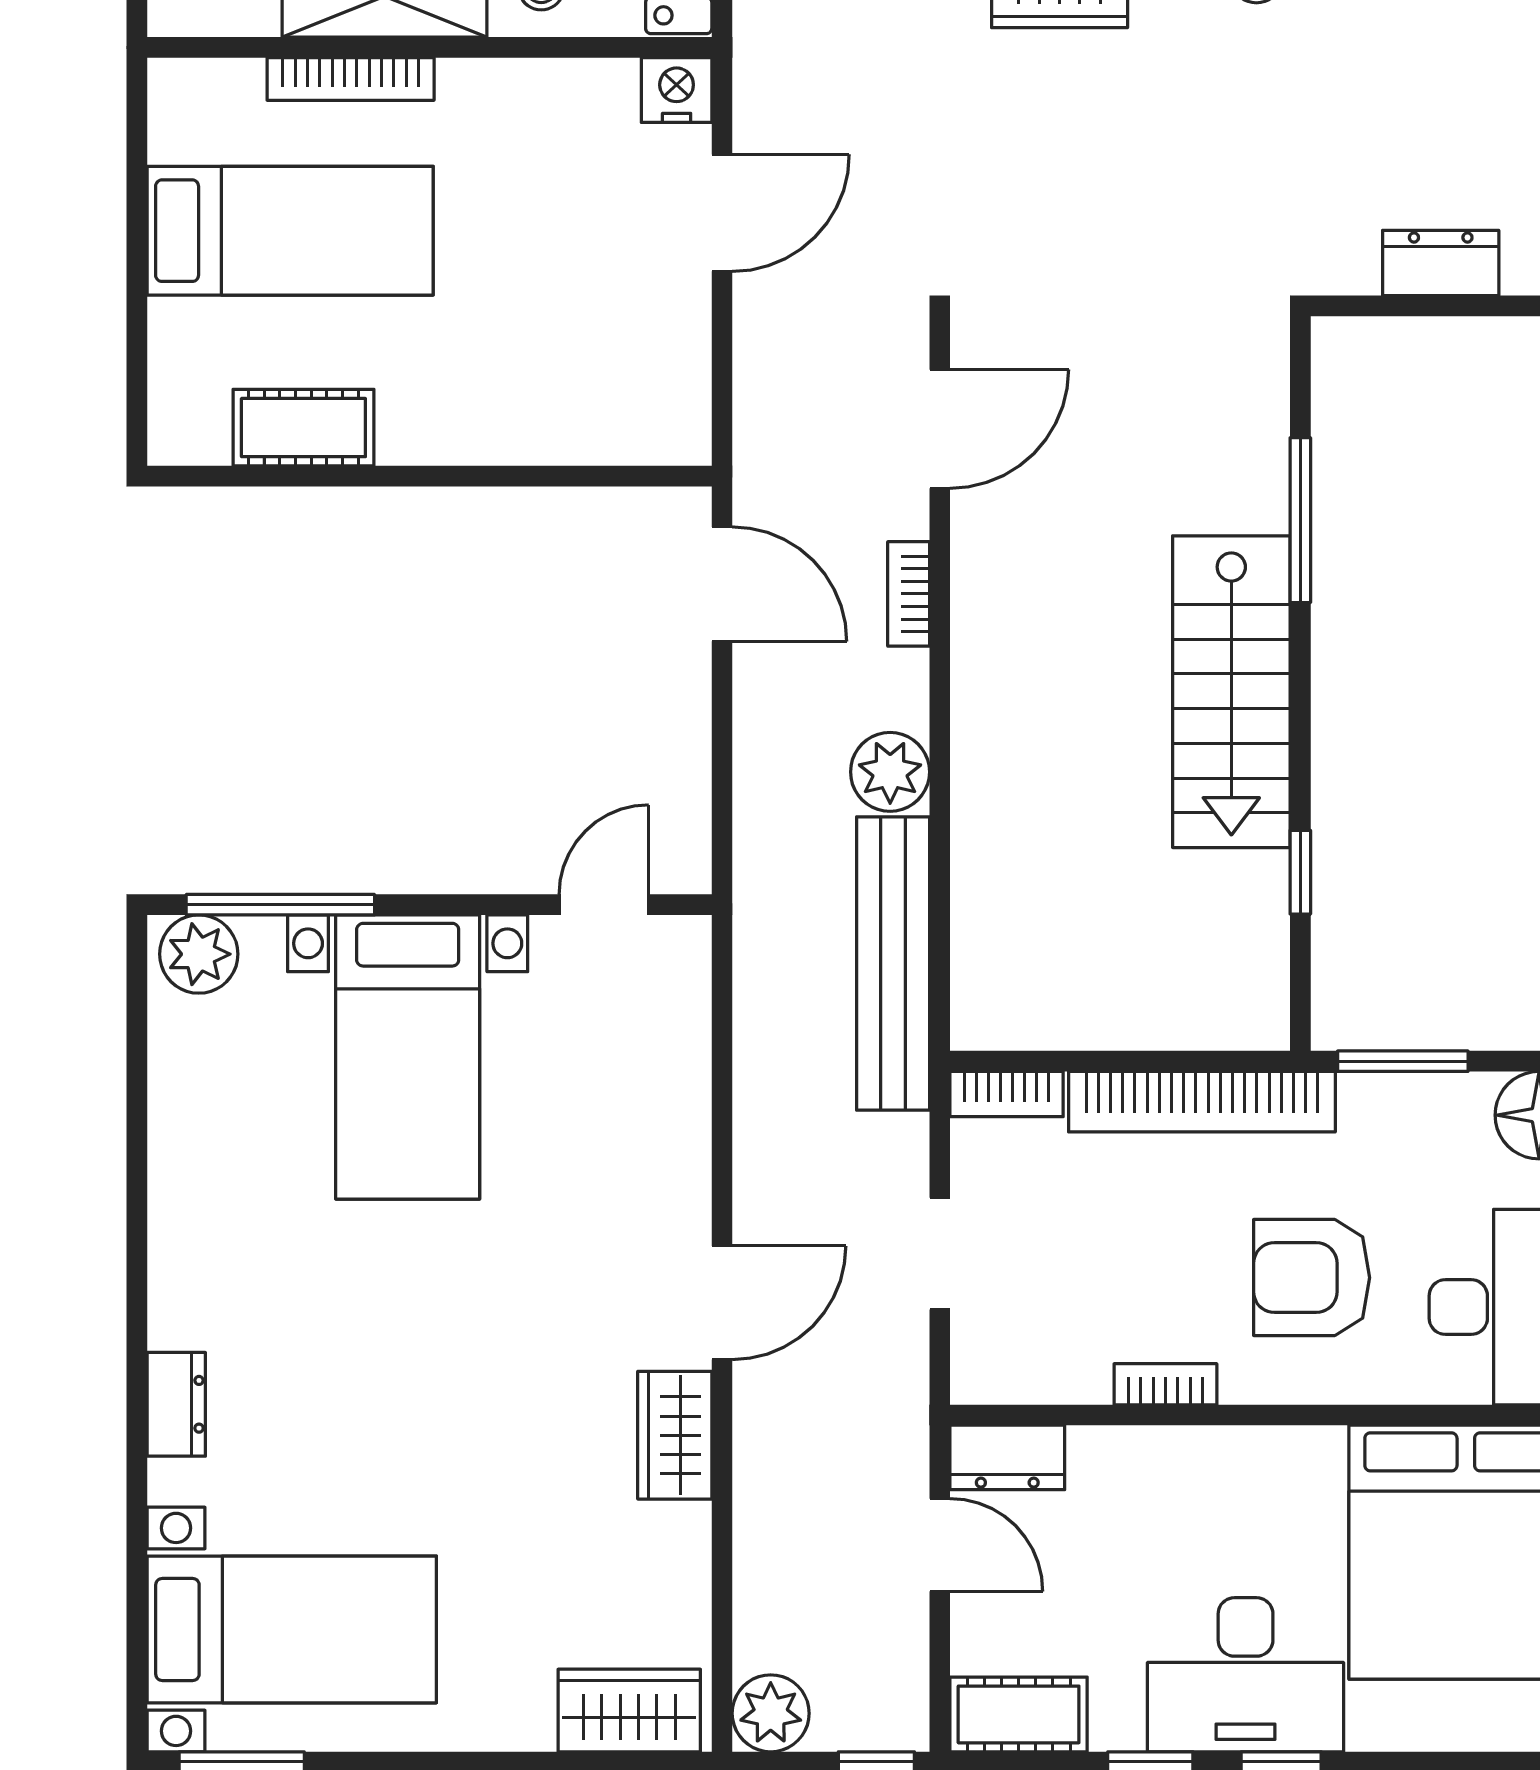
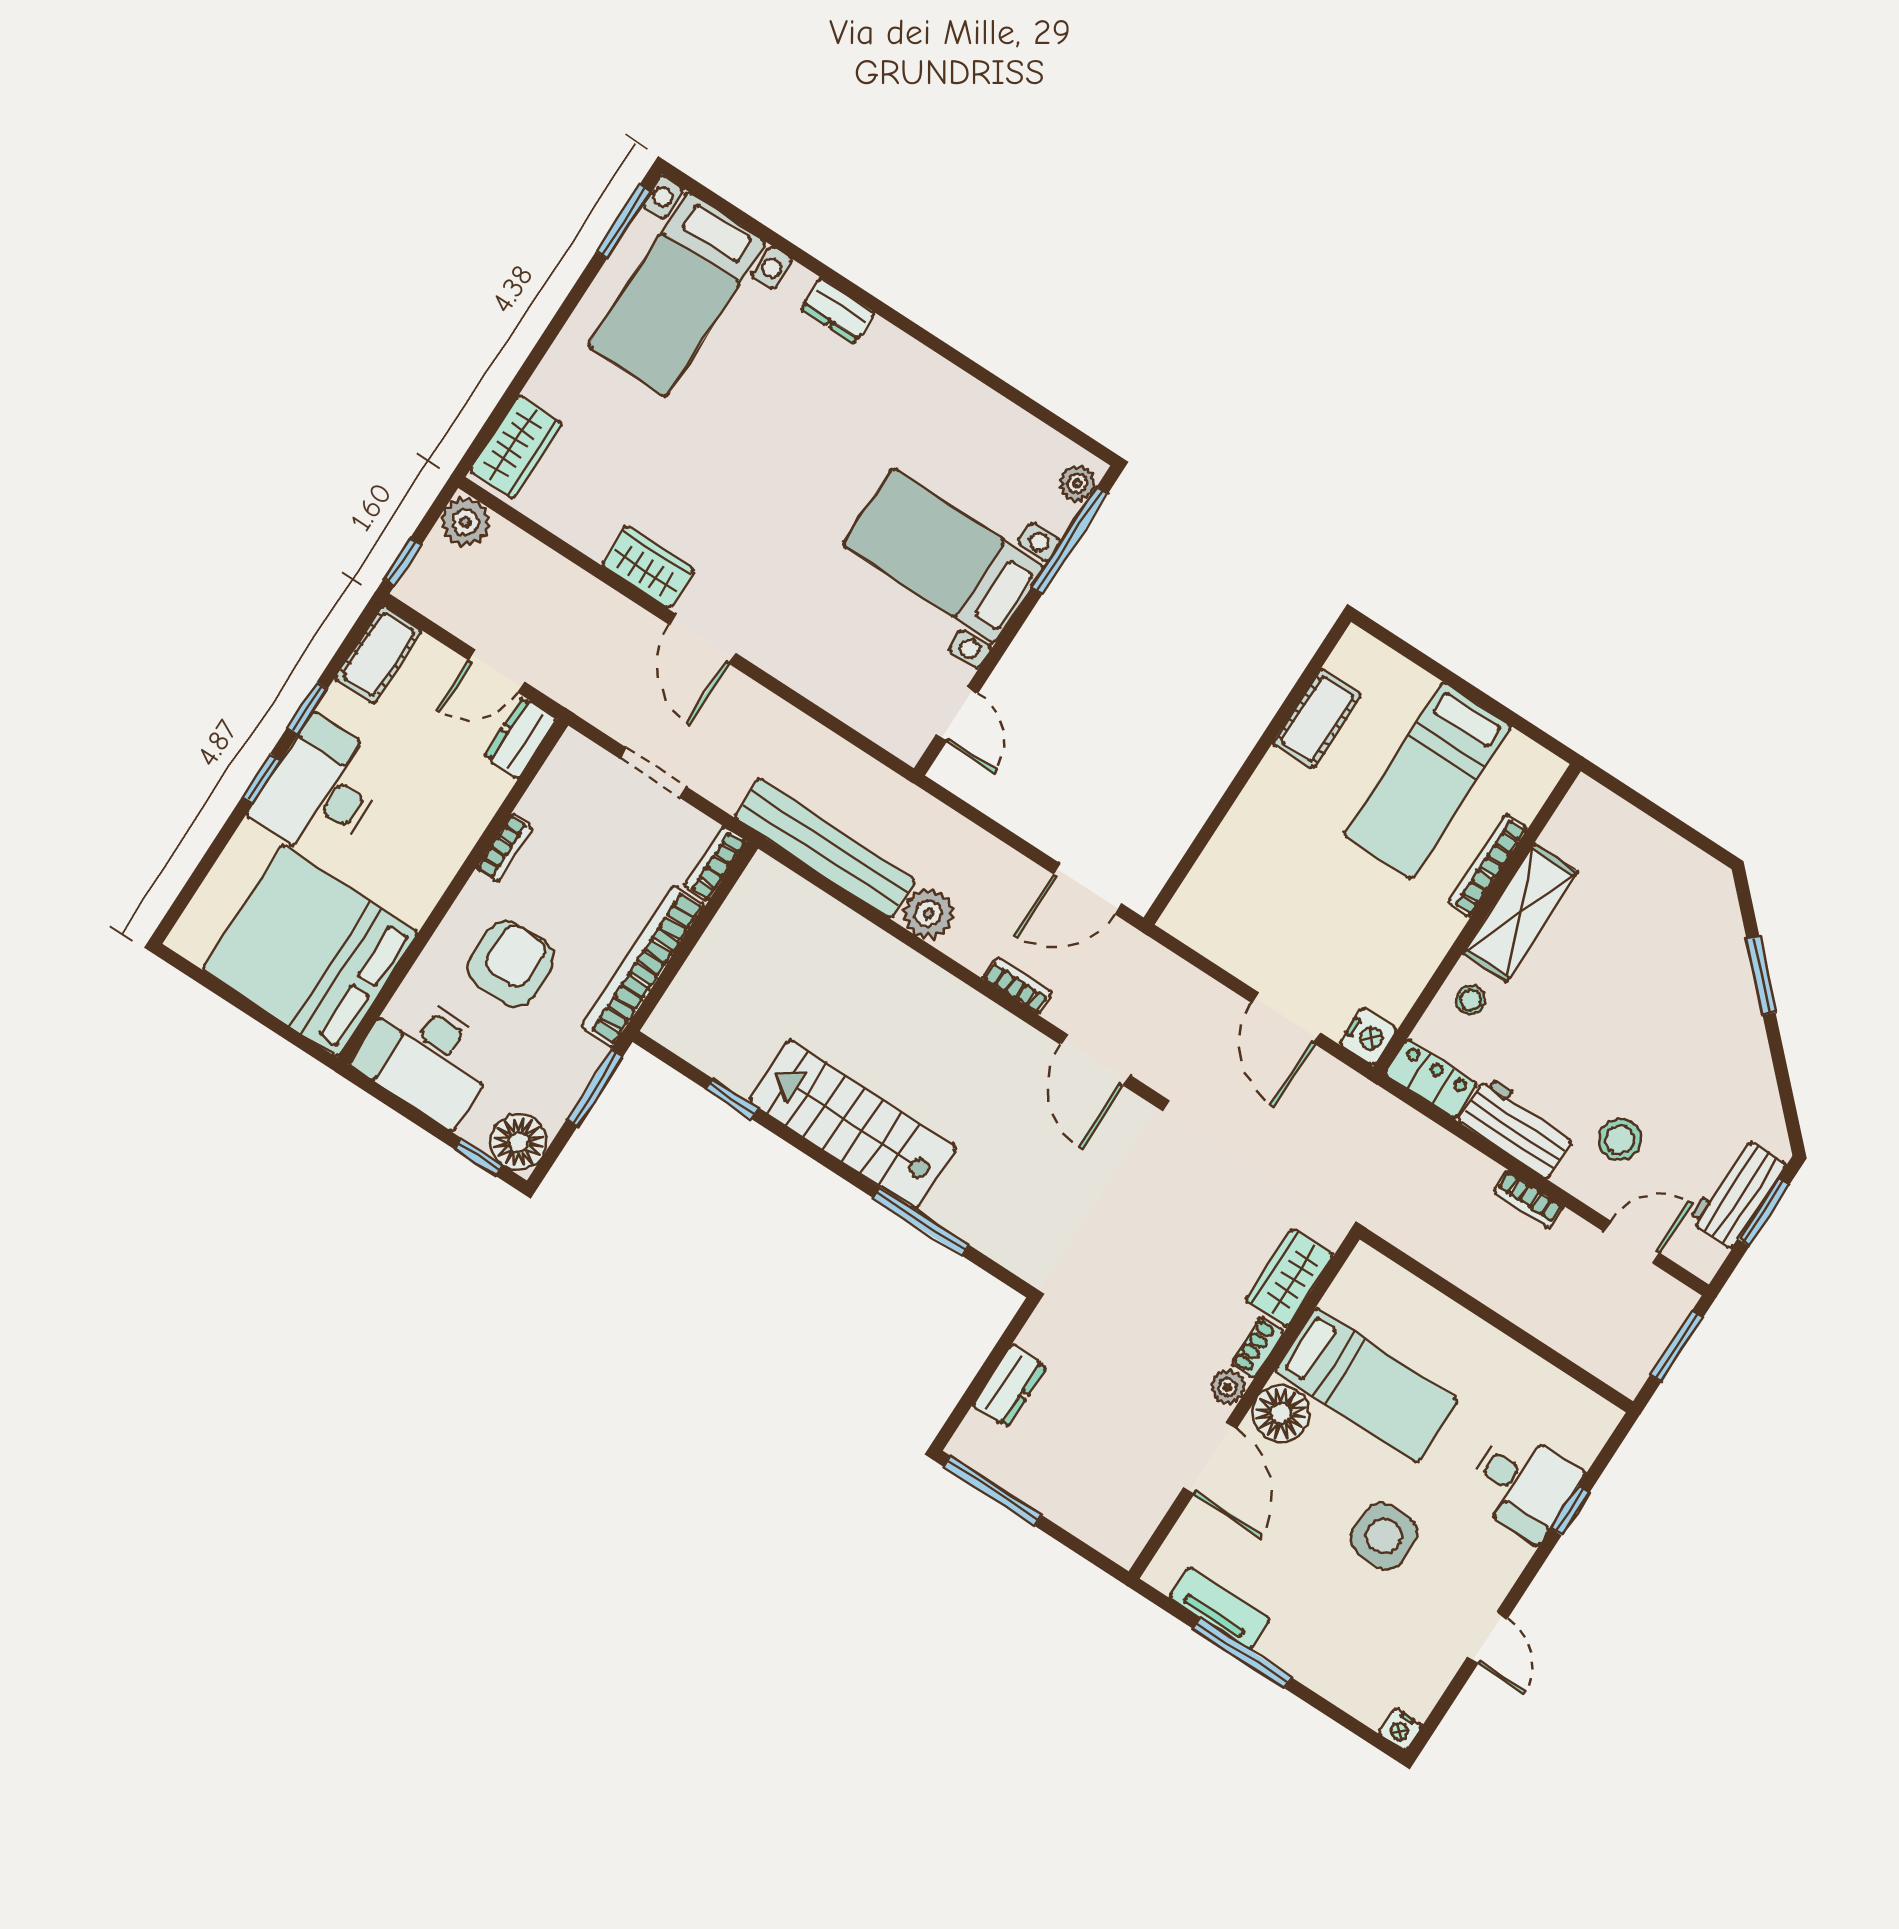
plant: (199, 954) -> (1077, 483), width x0.73, depth x0.73

